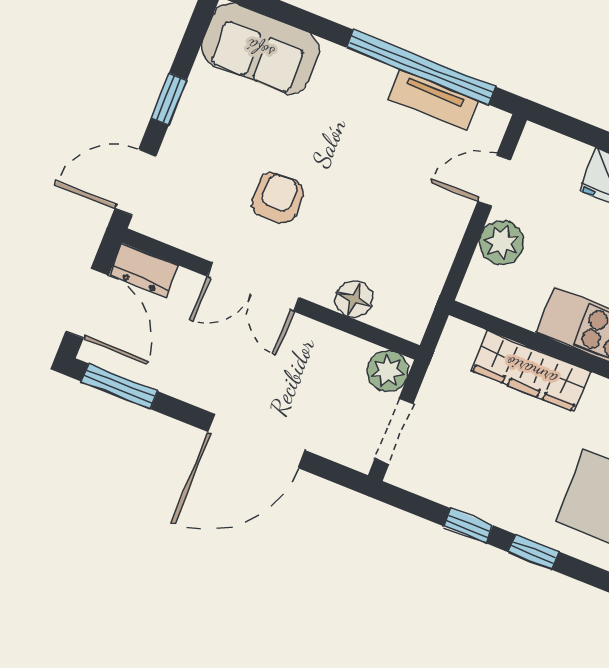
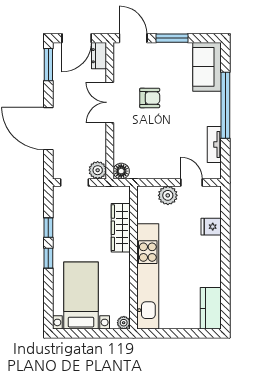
window: (421, 67) -> (225, 105), moved
window: (169, 99) -> (172, 38), width x1.50
floor lamp: (354, 299) -> (121, 171), moved

